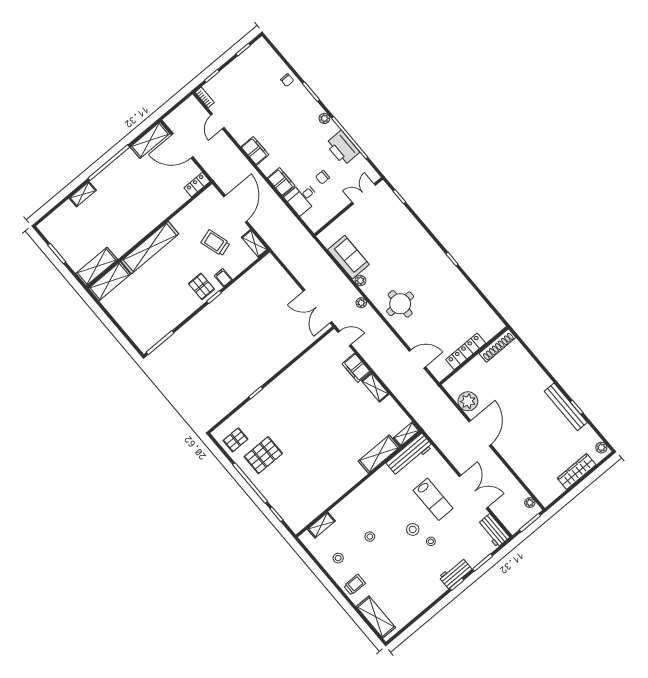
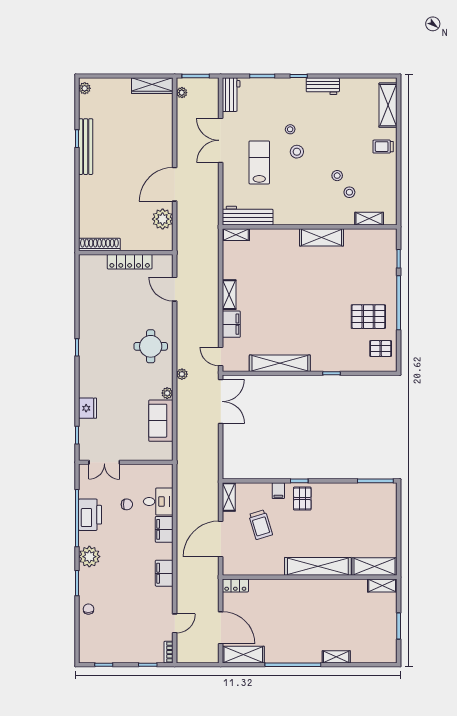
plant: (324, 118) -> (89, 557), width x1.88, depth x1.88
fridge: (408, 222) -> (88, 408), added
shelving: (97, 266) -> (382, 585), width x0.67, depth x0.75
shelving: (298, 369) -> (280, 363), added
shelving: (379, 454) -> (321, 237), moved
wardrobe: (577, 472) -> (152, 86), moved
stool: (338, 558) -> (349, 192), moved
workbench: (455, 573) -> (323, 86), moved

